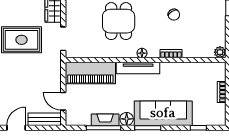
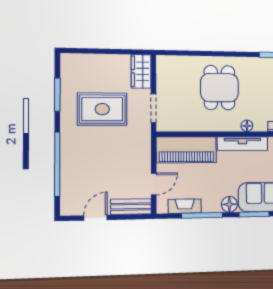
door: (63, 101) -> (154, 184), swing flipped
fireplace: (105, 120) -> (185, 206), moved

